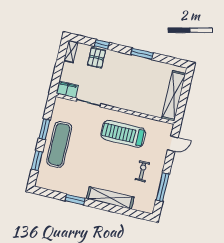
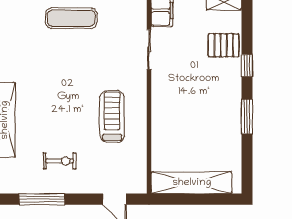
window: (102, 44) -> (247, 66), moved
treadmill: (123, 134) -> (112, 117), width x0.73, depth x0.73
exercise mat: (59, 144) -> (71, 18), width x0.73, depth x0.69

